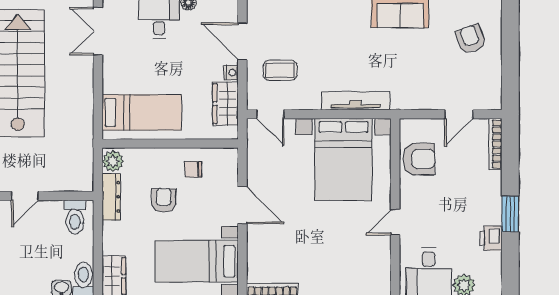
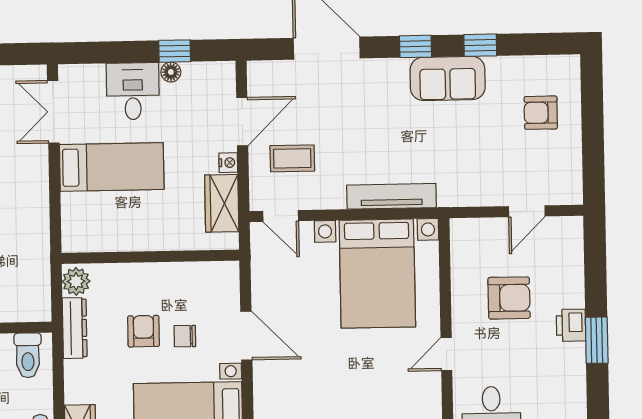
armchair: (471, 39) -> (541, 113), turned -69
door: (242, 41) -> (242, 122), swing flipped
bed: (142, 112) -> (112, 167), moved
bookcase: (495, 144) -> (575, 249), removed
armchair: (419, 159) -> (509, 298), moved
chair: (193, 169) -> (185, 336), moved
printer: (491, 238) -> (571, 325), moved

